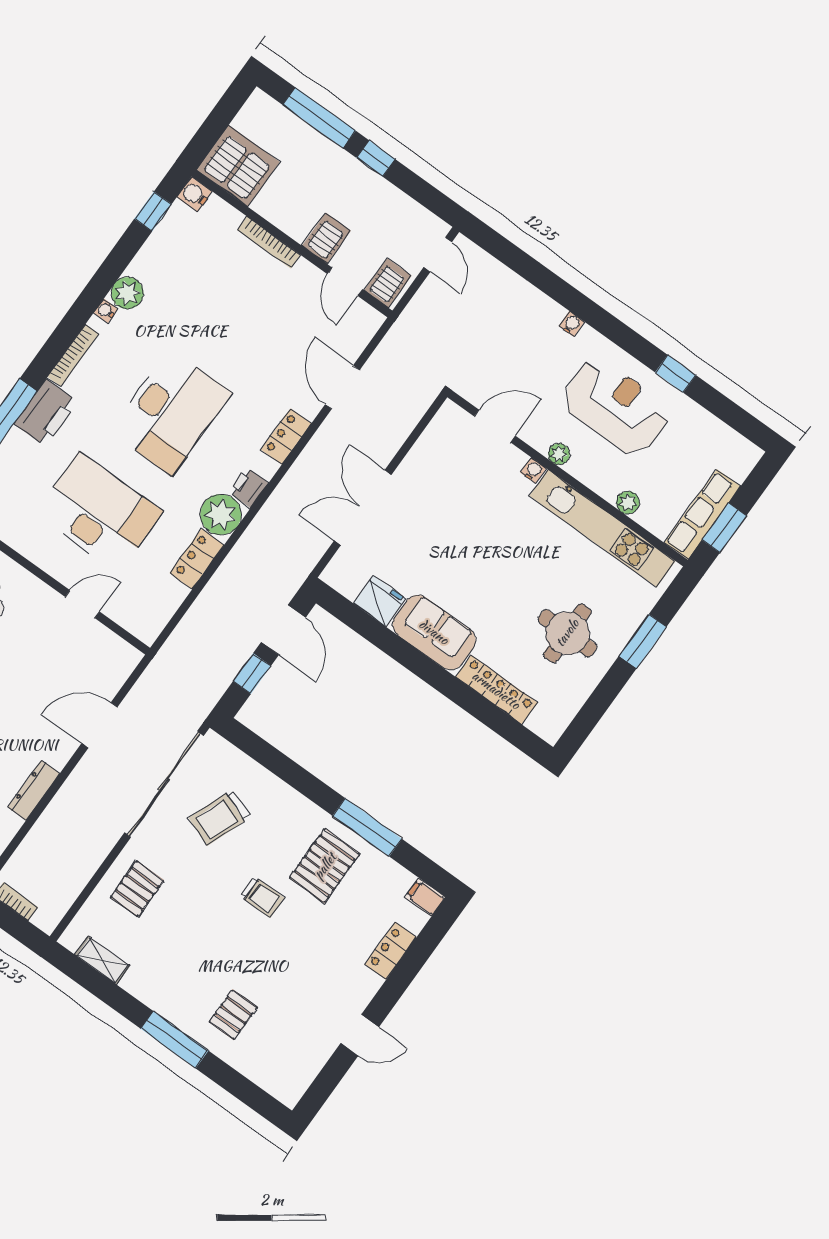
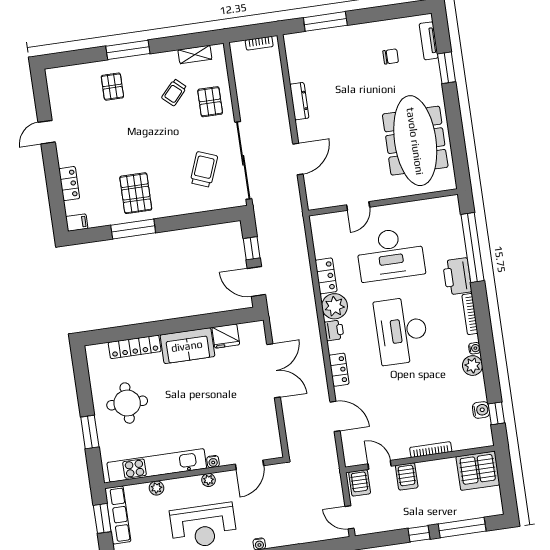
water cooler: (194, 194) -> (481, 410), moved
trolley: (262, 897) -> (174, 92), moved, turned -48

